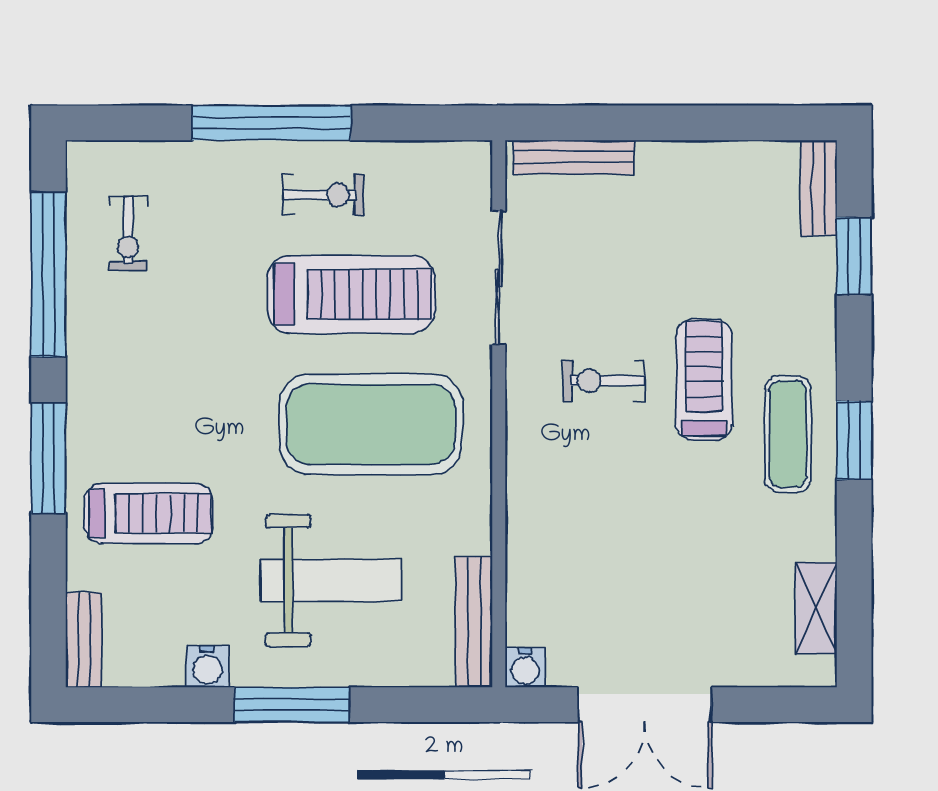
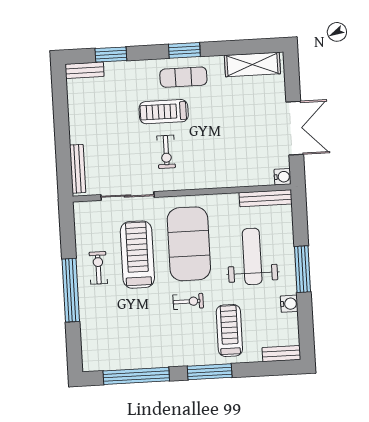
exercise bike: (128, 233) -> (188, 301), moved
shelving: (816, 608) -> (252, 64), width x1.50, depth x1.33

